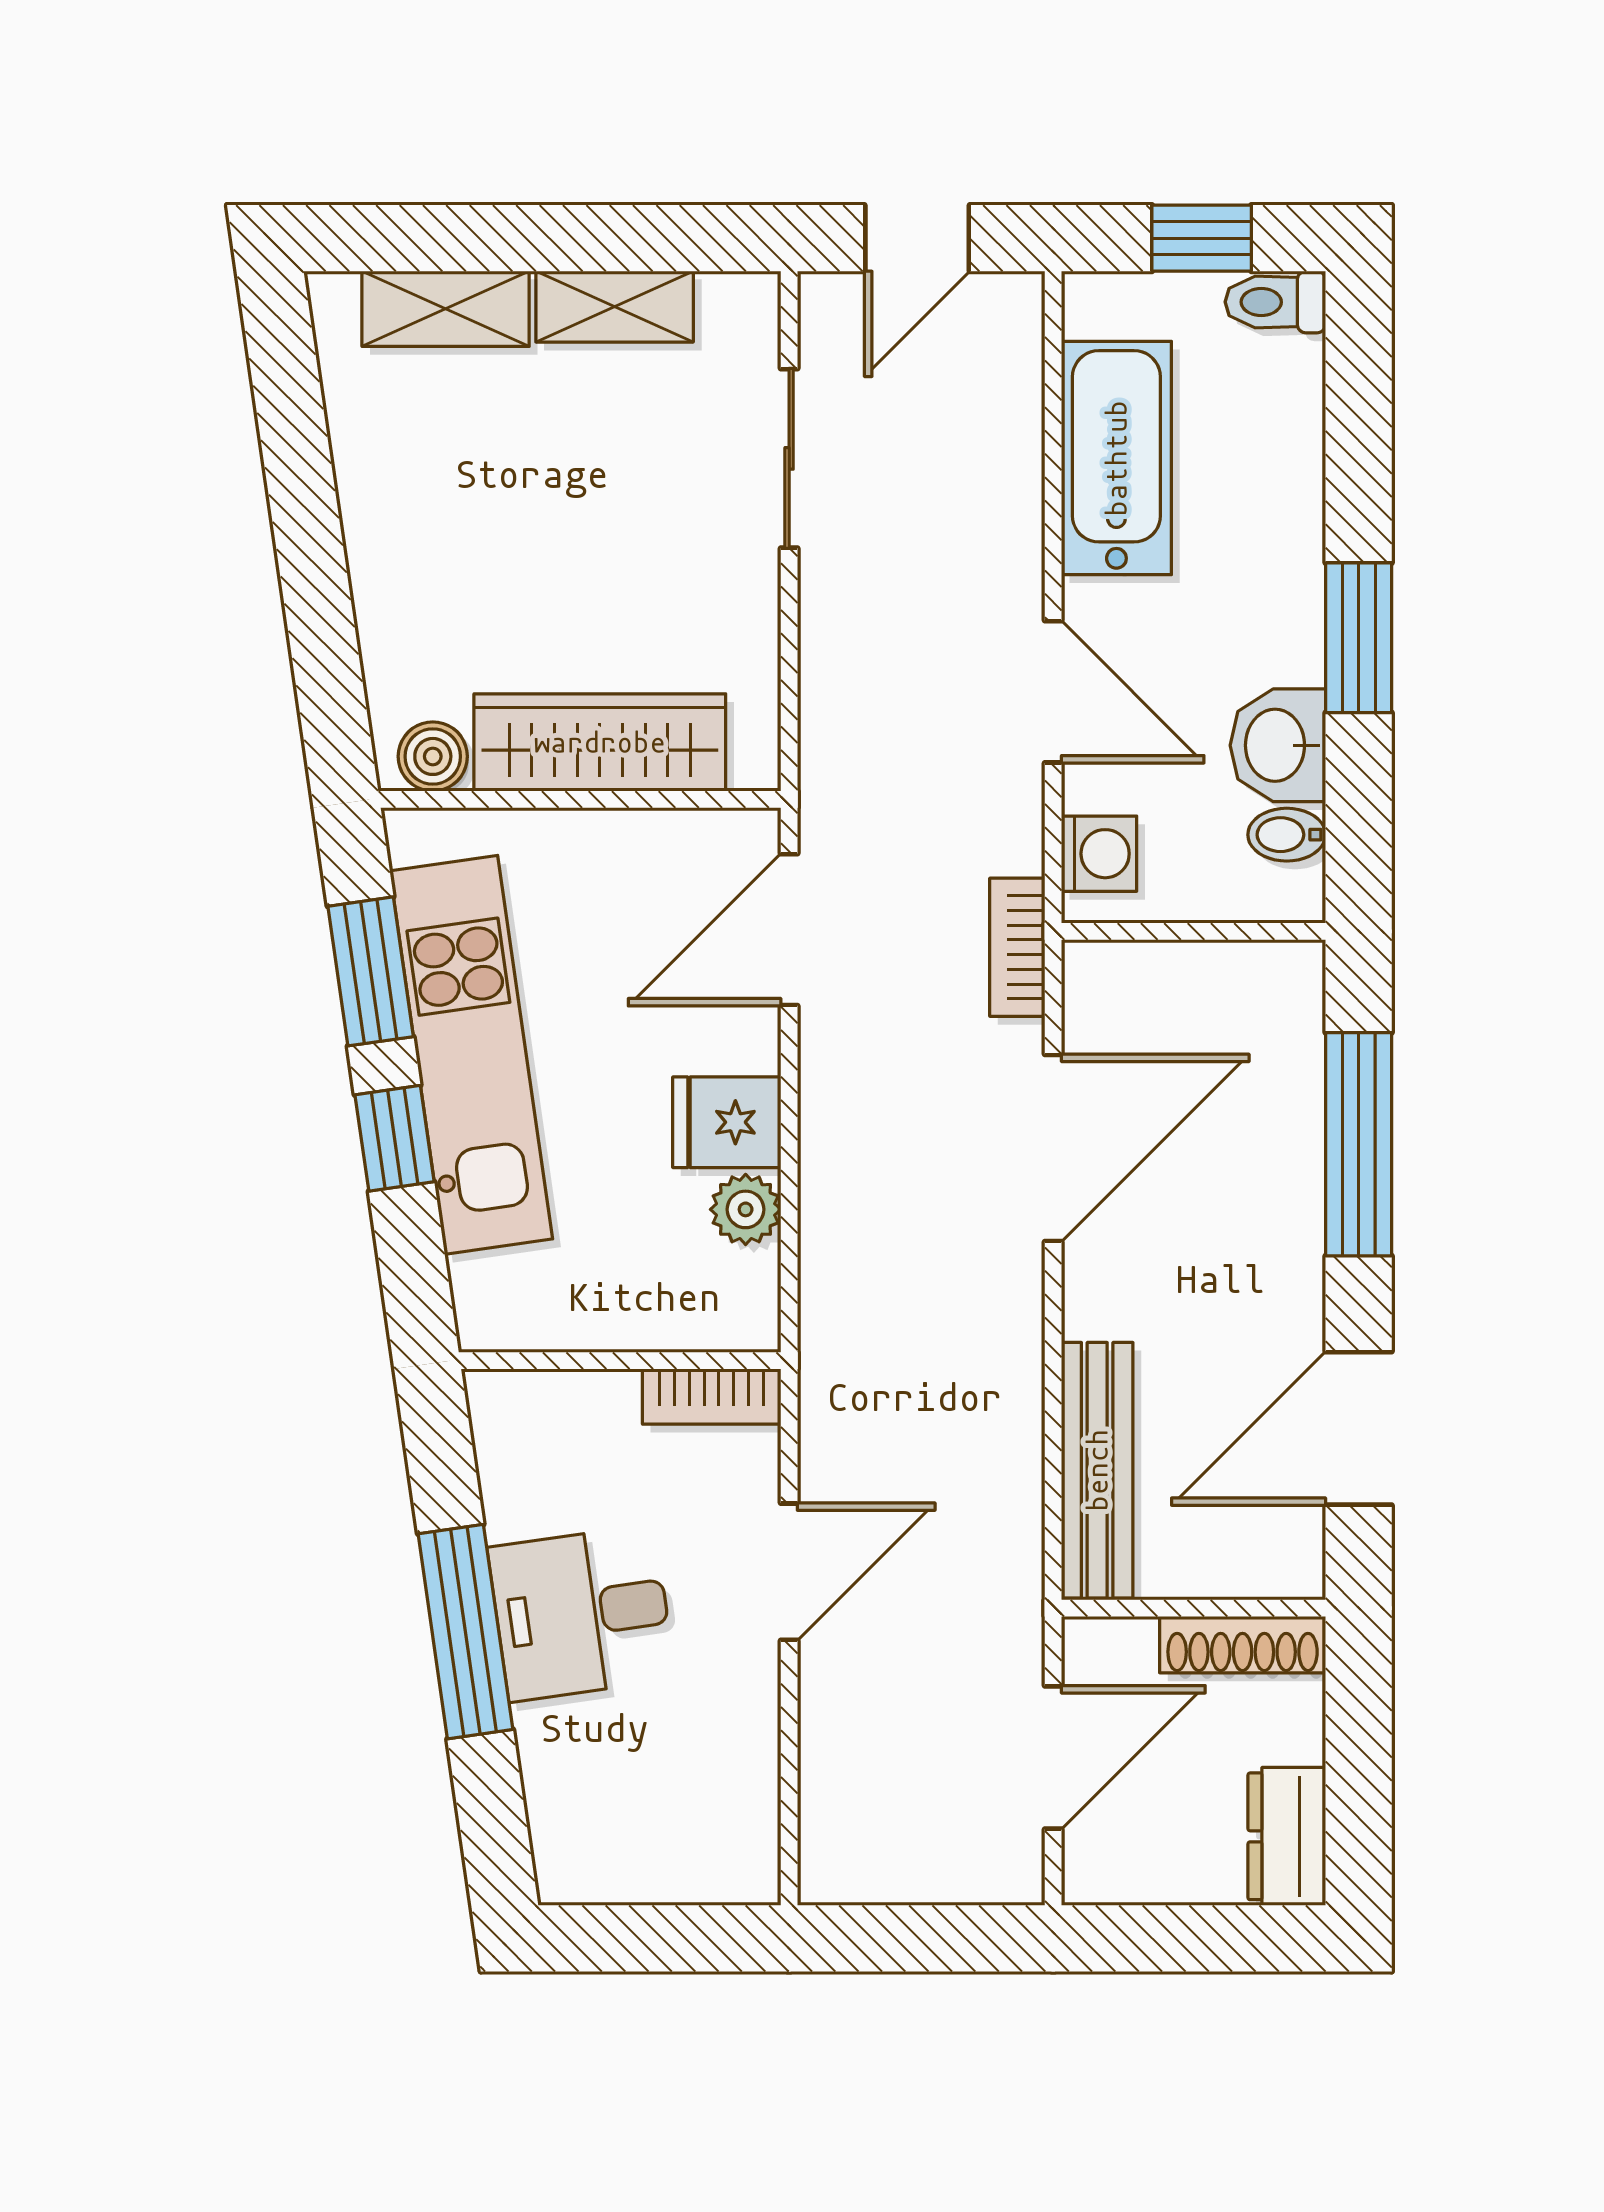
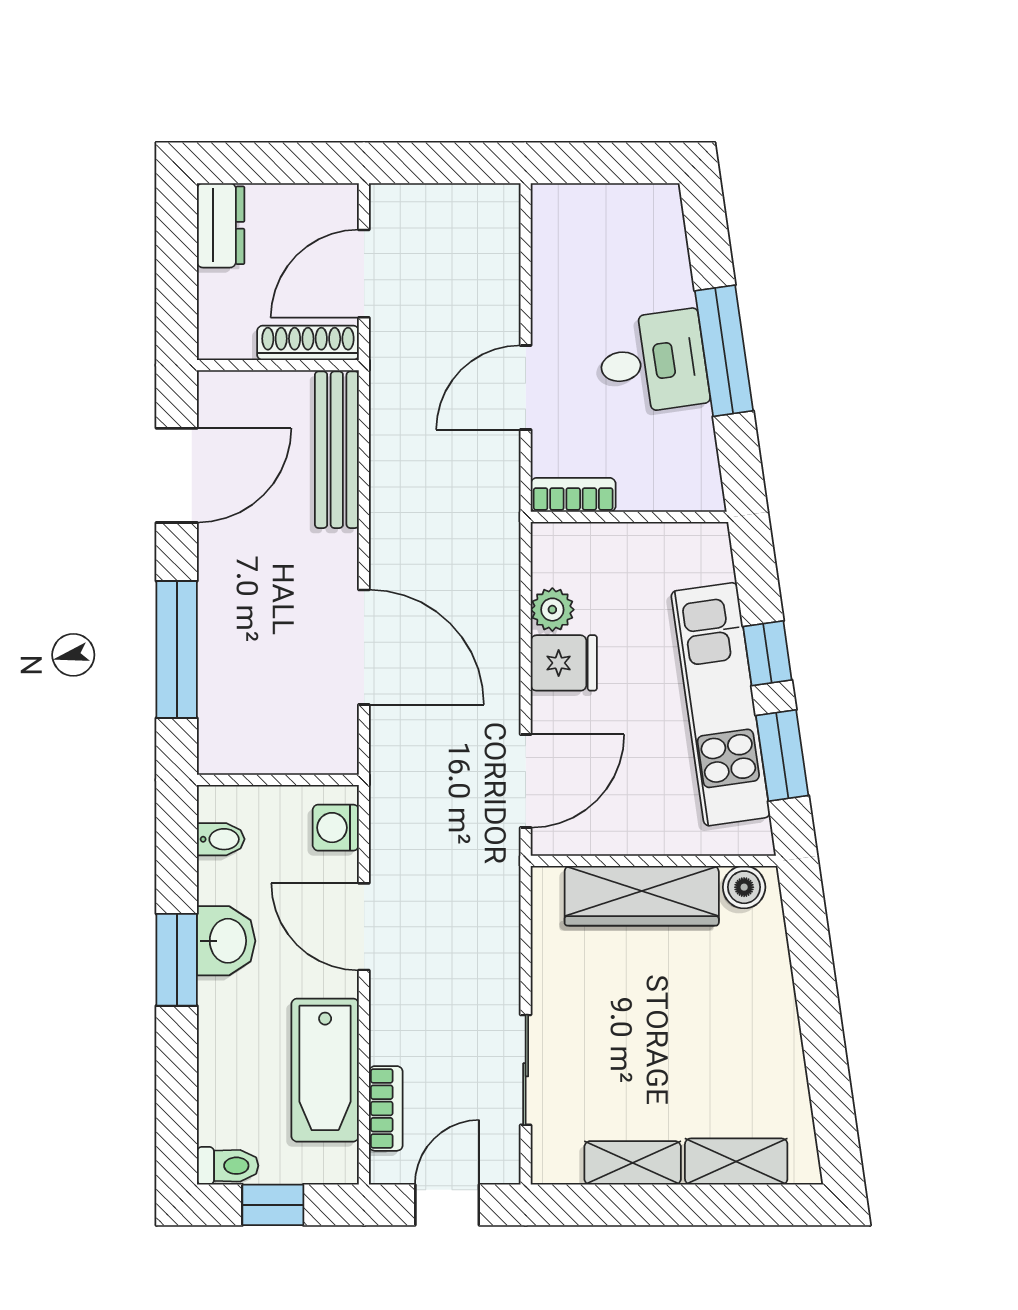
washbasin: (1278, 745) -> (226, 941), moved
bookcase: (1017, 947) -> (386, 1108), moved
door: (1053, 1148) -> (364, 647), swing flipped
shoe rack: (1243, 1645) -> (308, 343), moved

